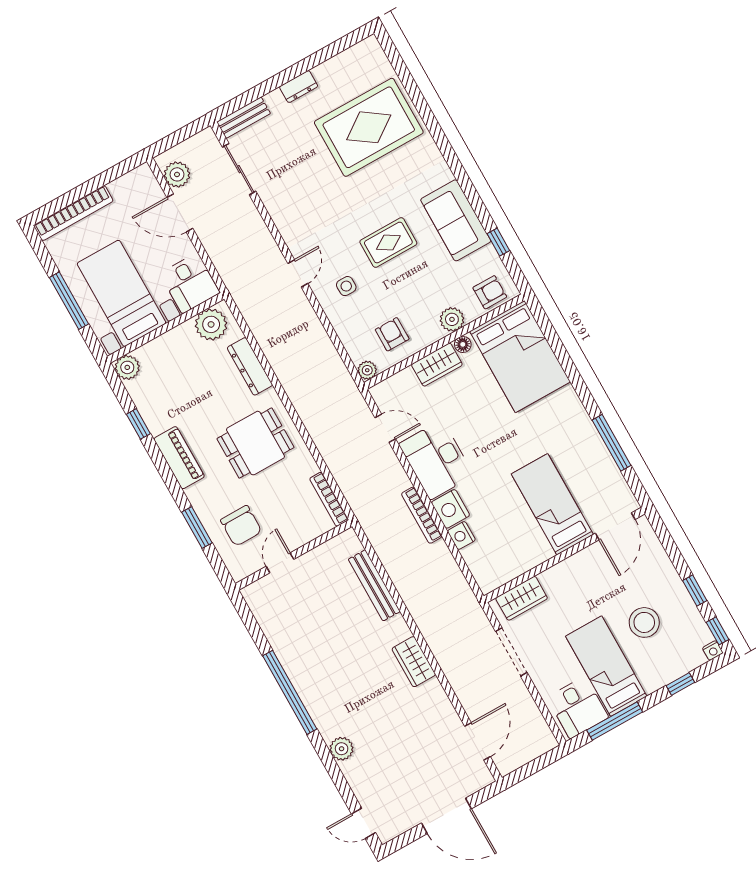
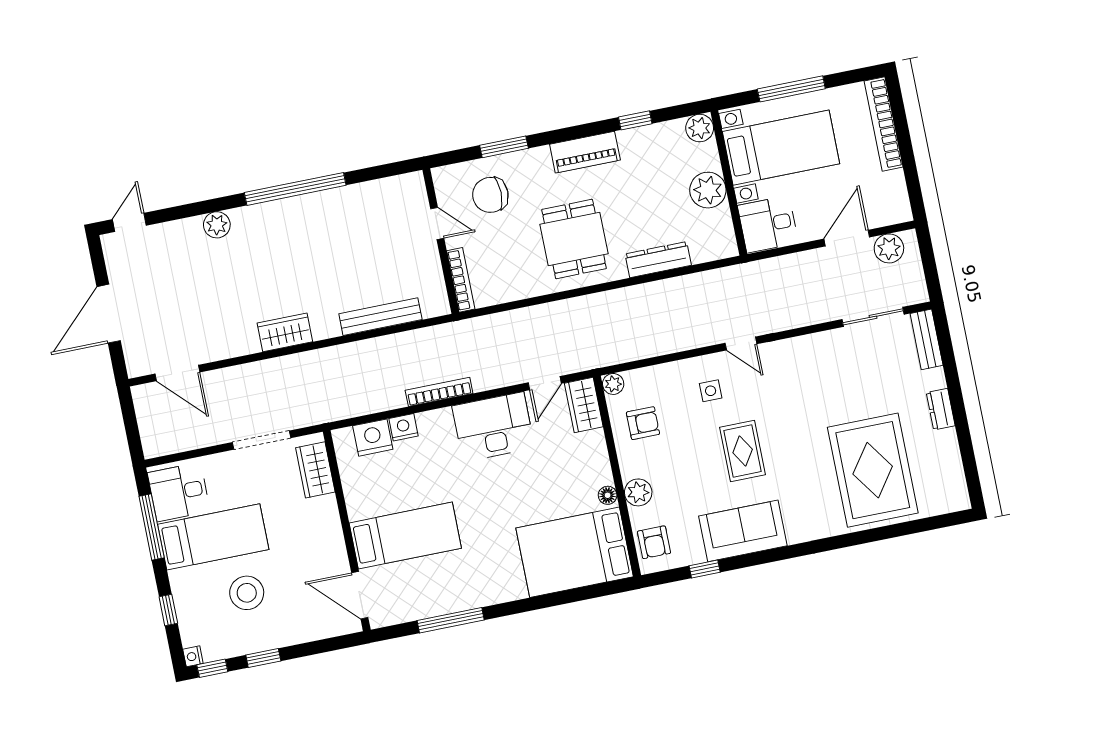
plant: (211, 324) -> (708, 190), moved
wardrobe: (437, 365) -> (584, 405), moved
bookcase: (329, 499) -> (461, 280), moved, turned 90
nightstand: (451, 509) -> (373, 438), moved

